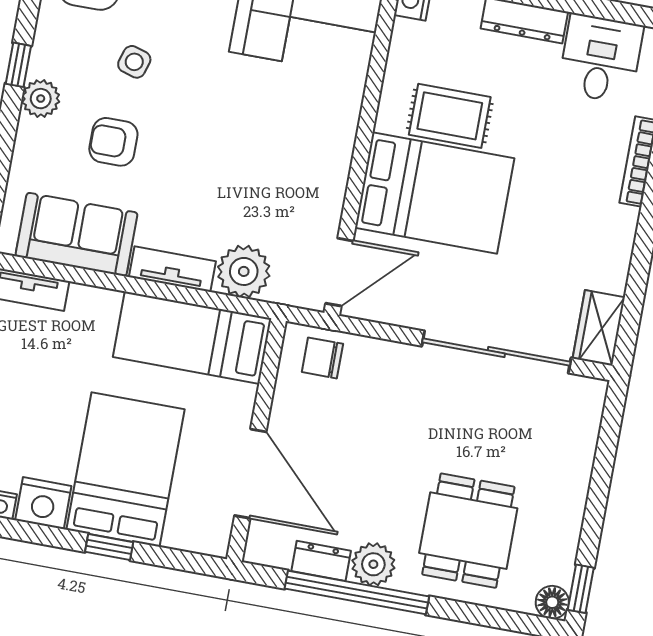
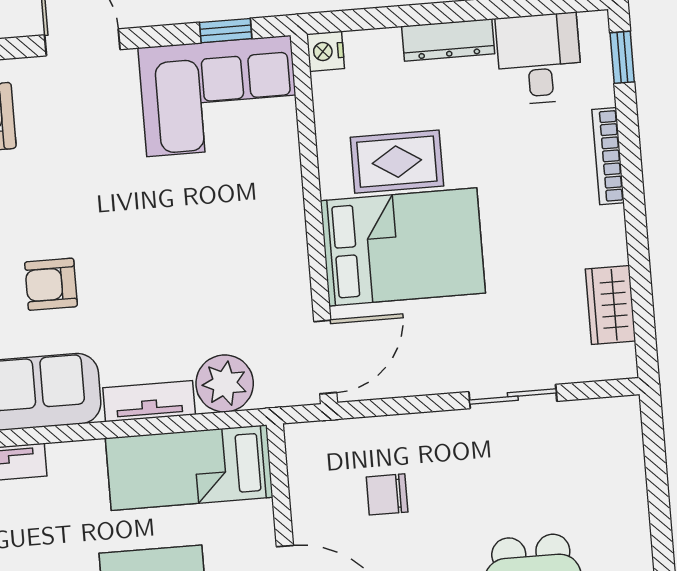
side table: (134, 62) -> (50, 194), removed
wardrobe: (599, 328) -> (611, 305), moved
sliding door: (496, 352) -> (513, 396), width x0.54
chair: (322, 358) -> (387, 494), moved

